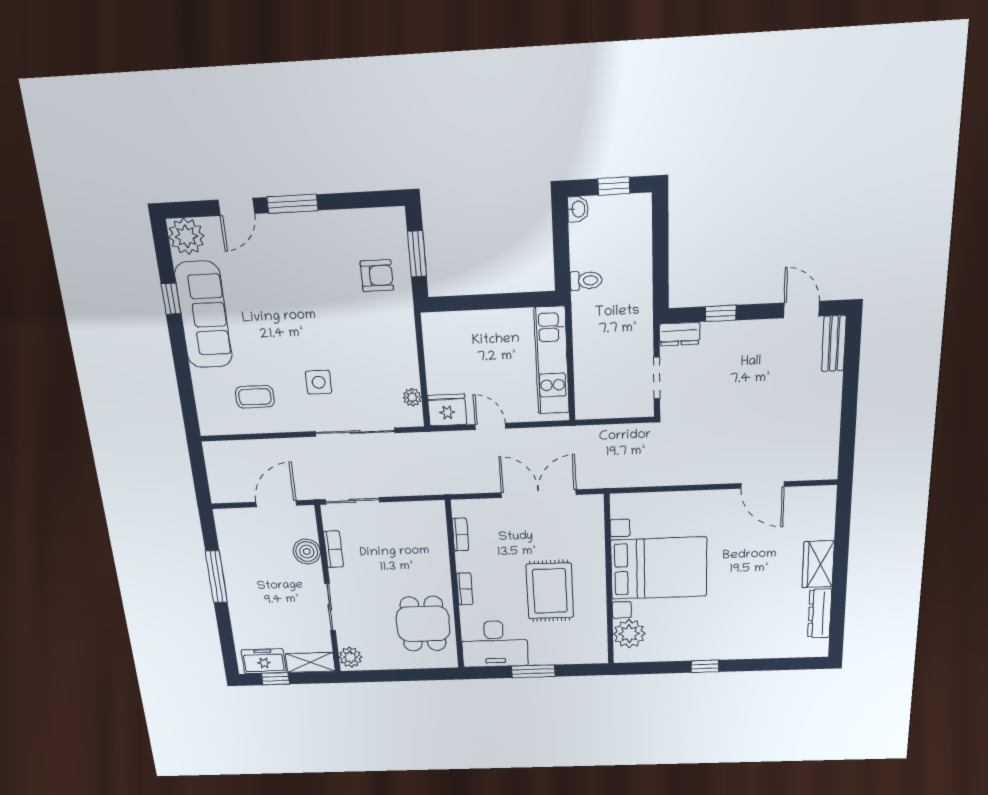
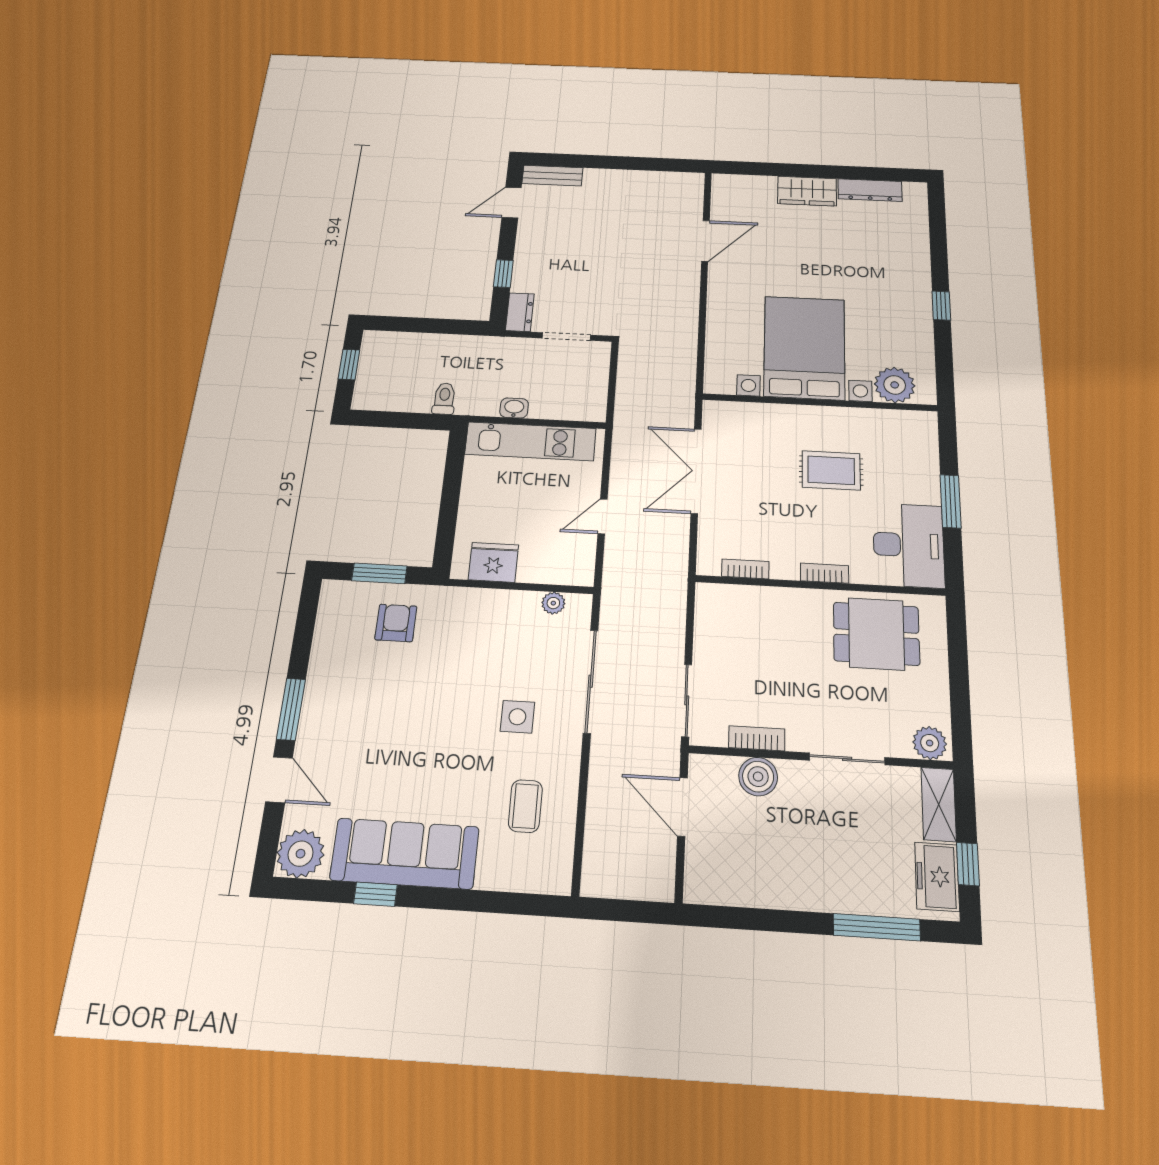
washbasin: (578, 209) -> (514, 408), moved
fridge: (447, 410) -> (493, 562), moved, turned 90
window: (216, 577) -> (877, 927), moved
rug: (550, 591) -> (831, 470), width x0.73, depth x0.70

